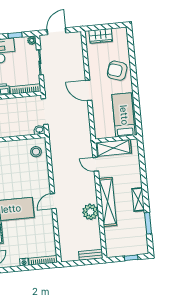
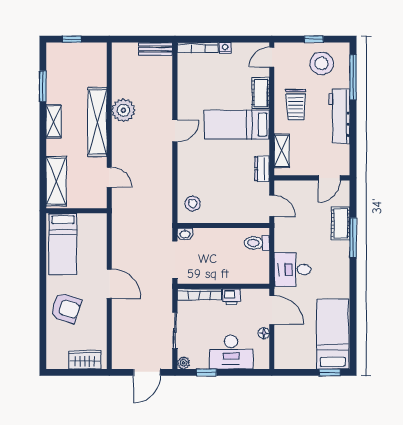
shelving: (113, 148) -> (56, 181), moved, turned 90
bench: (91, 255) -> (155, 49), moved

